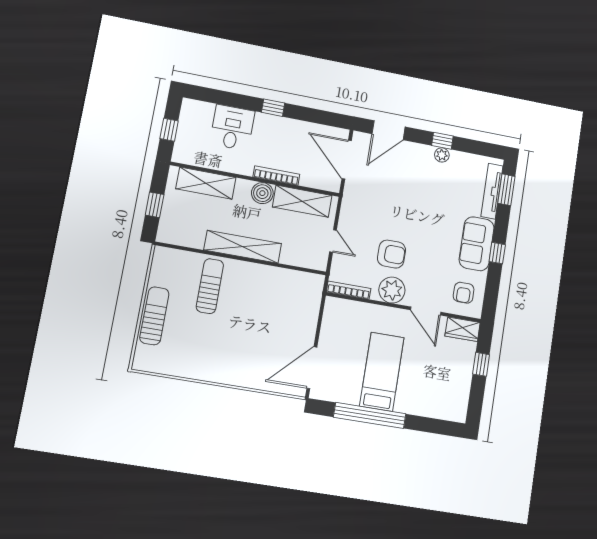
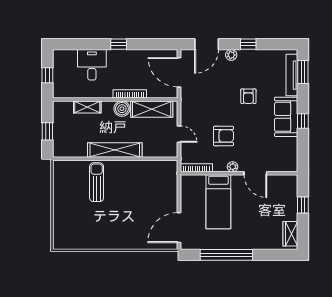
plant: (442, 155) -> (231, 55), moved
shelving: (206, 183) -> (87, 107), width x0.67, depth x0.75
plant: (392, 290) -> (233, 167), width x0.53, depth x0.53
armchair: (464, 293) -> (248, 96), moved
sun lounger: (154, 316) -> (62, 210), removed
wardrobe: (463, 329) -> (290, 234), moved, turned 90
bed: (382, 372) -> (218, 202), moved, turned 180

